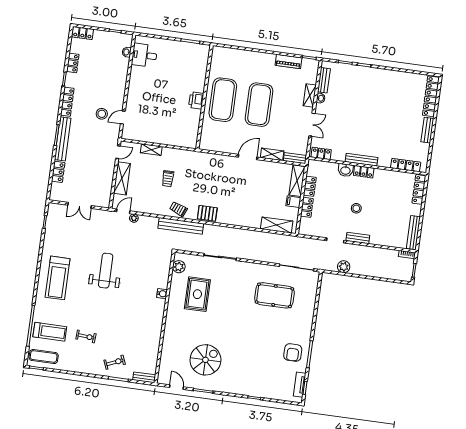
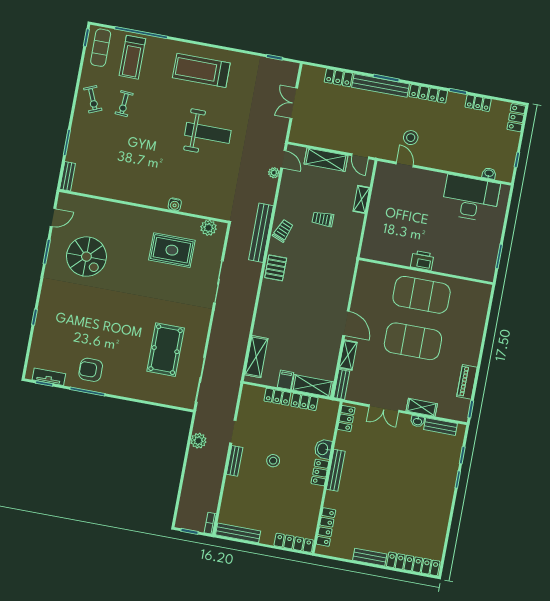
desk: (144, 55) -> (471, 199), width x1.87, depth x1.30
exercise bike: (115, 362) -> (93, 99), moved

